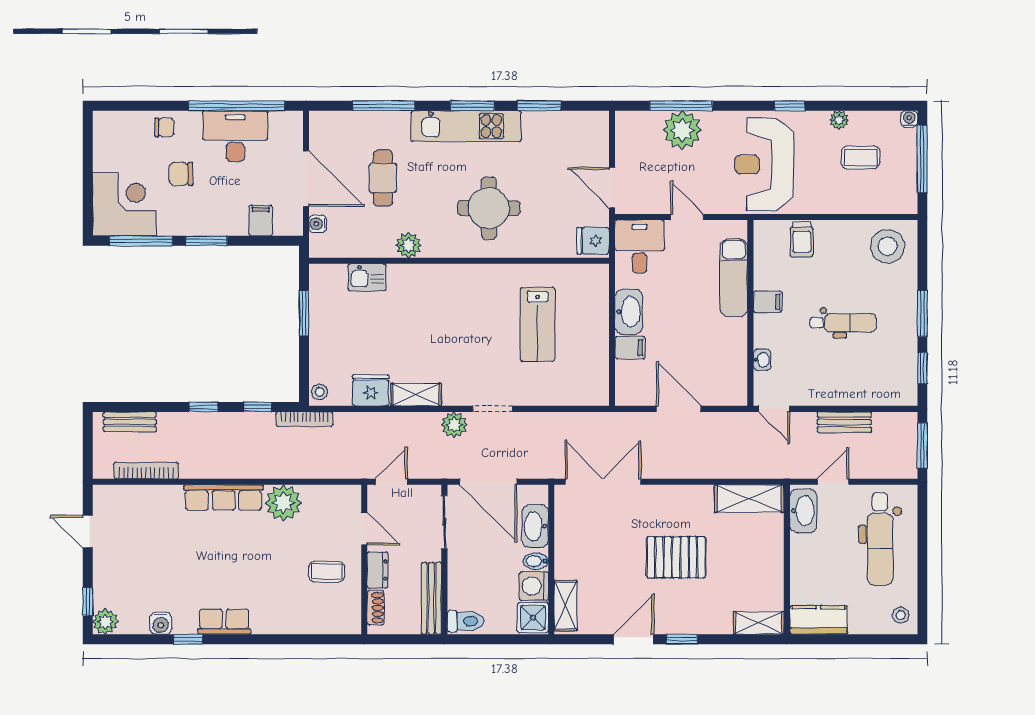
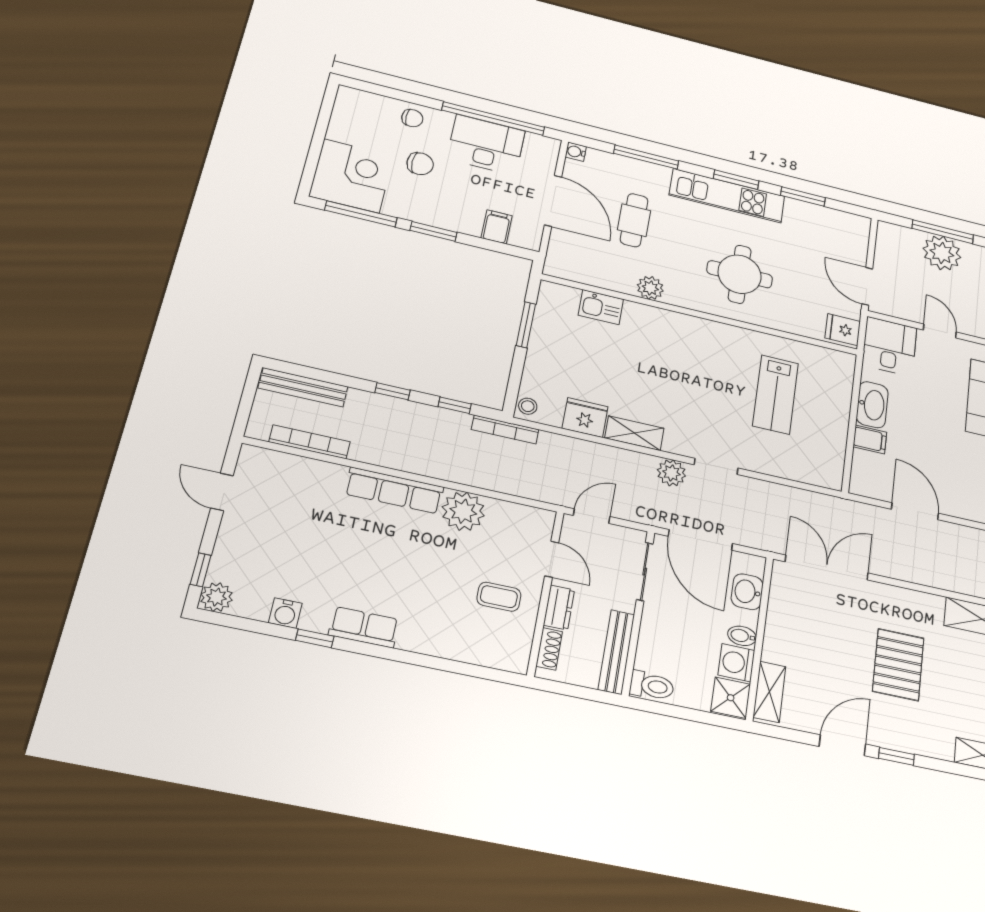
chair: (181, 174) -> (420, 164), turned 180
water cooler: (318, 224) -> (576, 152), moved
bench: (130, 422) -> (303, 387), width x1.36
washbasin: (535, 526) -> (747, 592), width x0.72
pallet: (676, 557) -> (898, 665), turned 90

